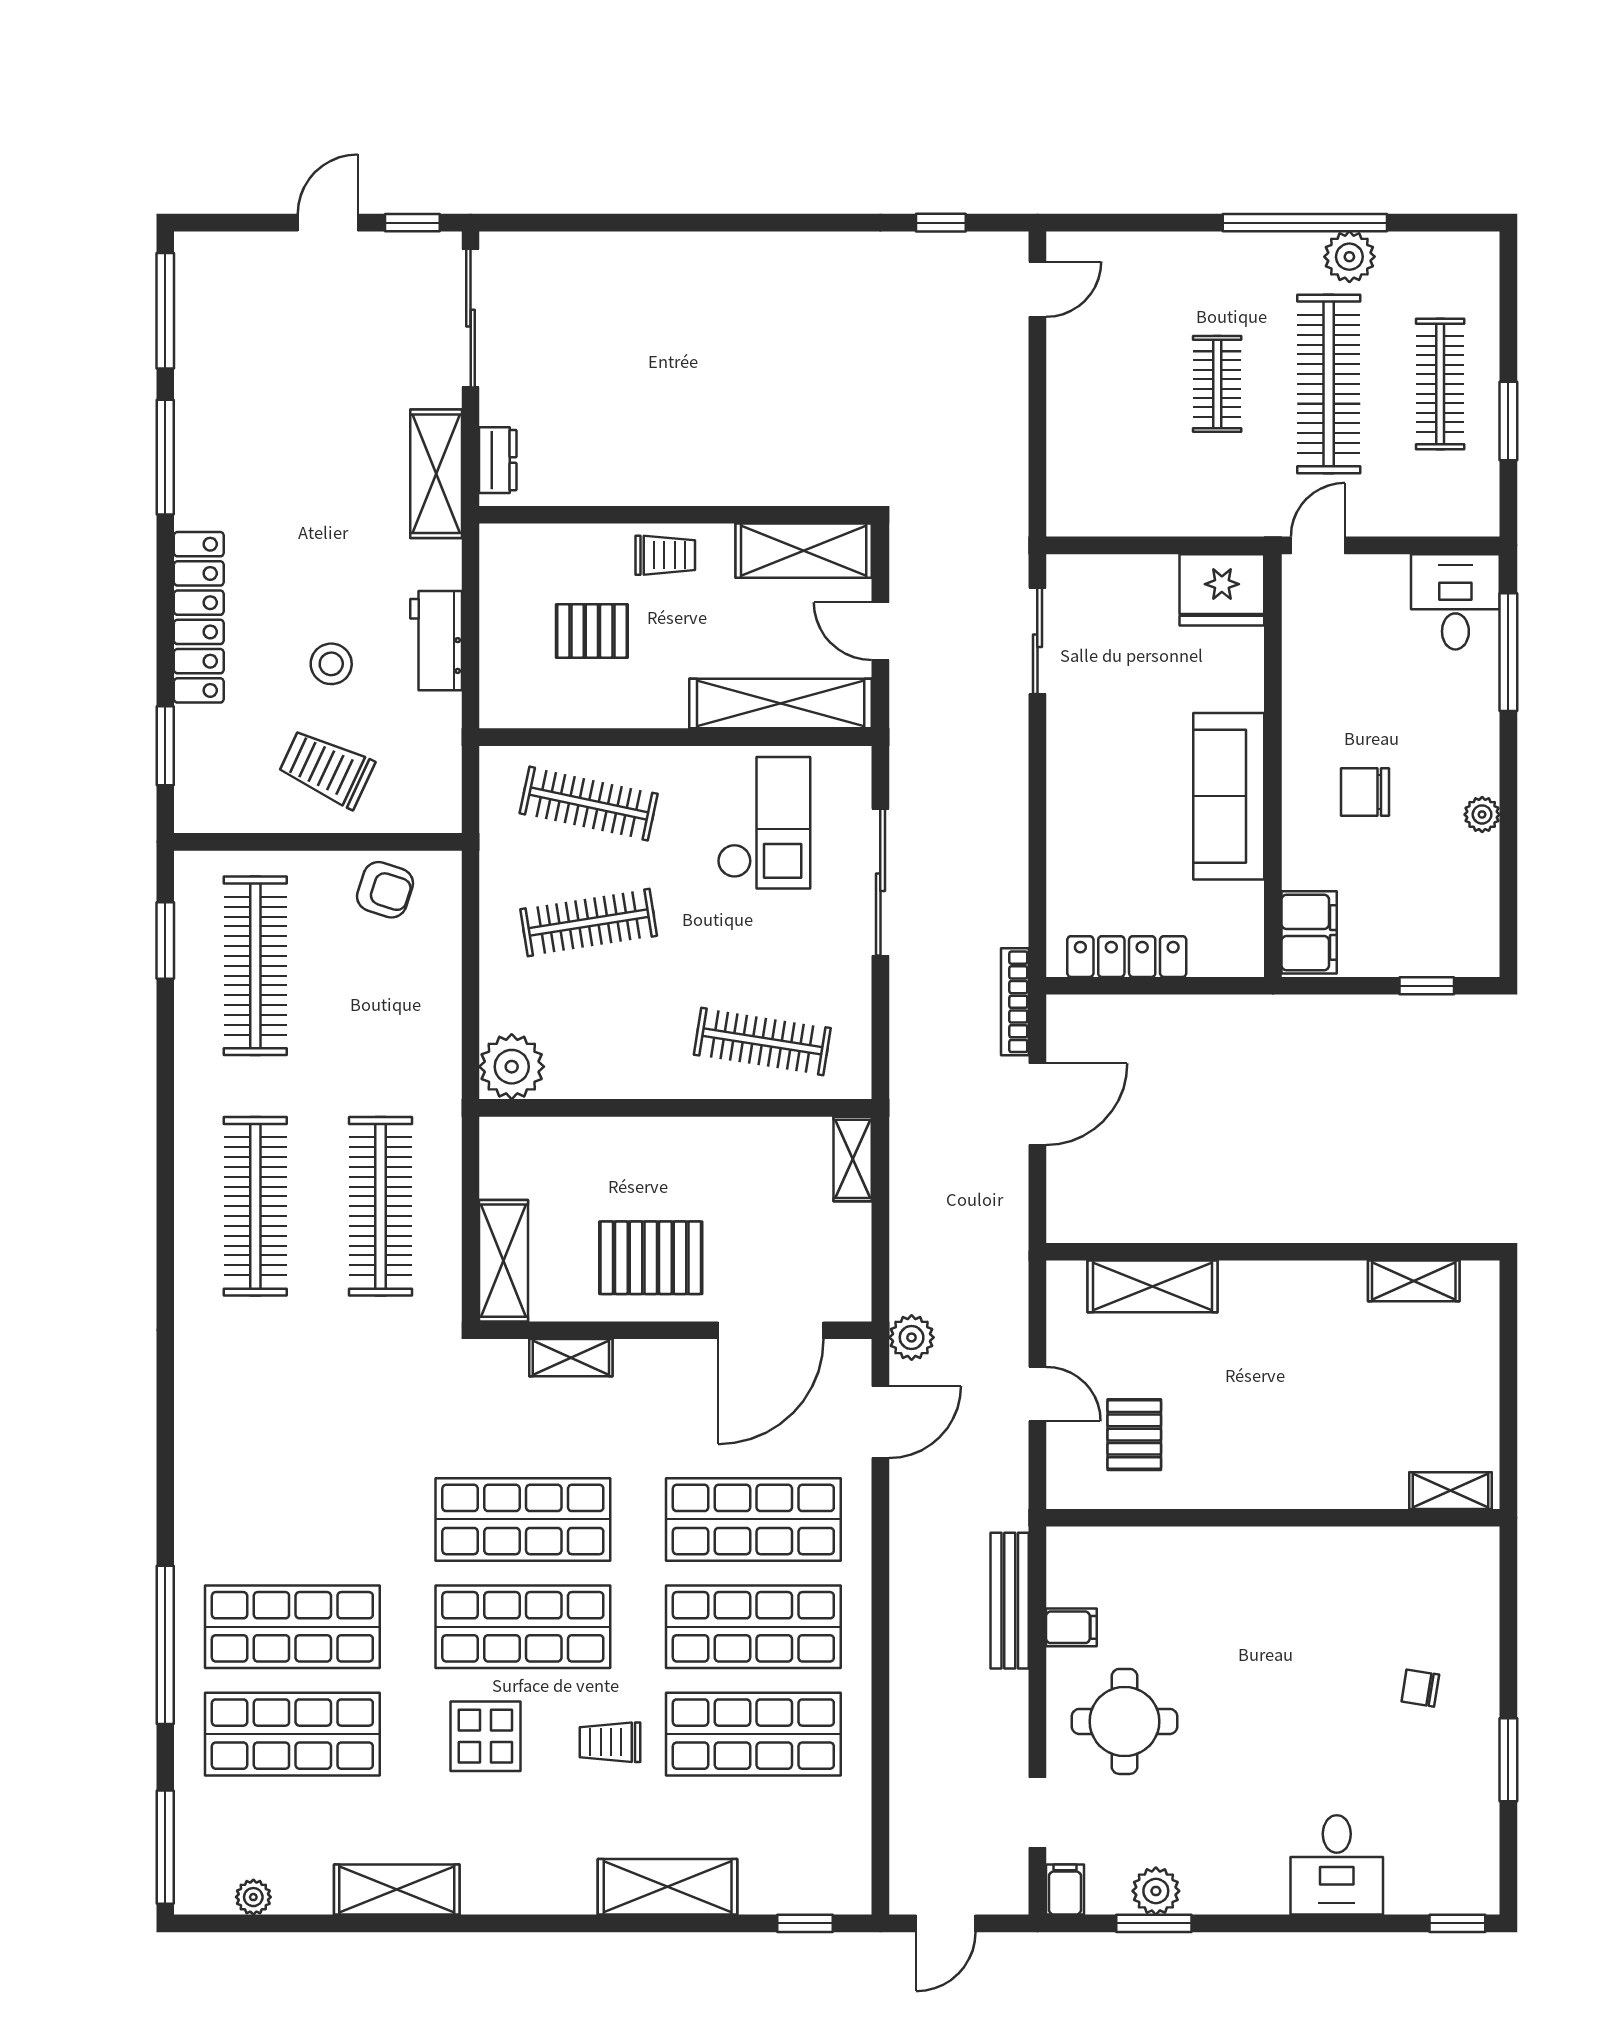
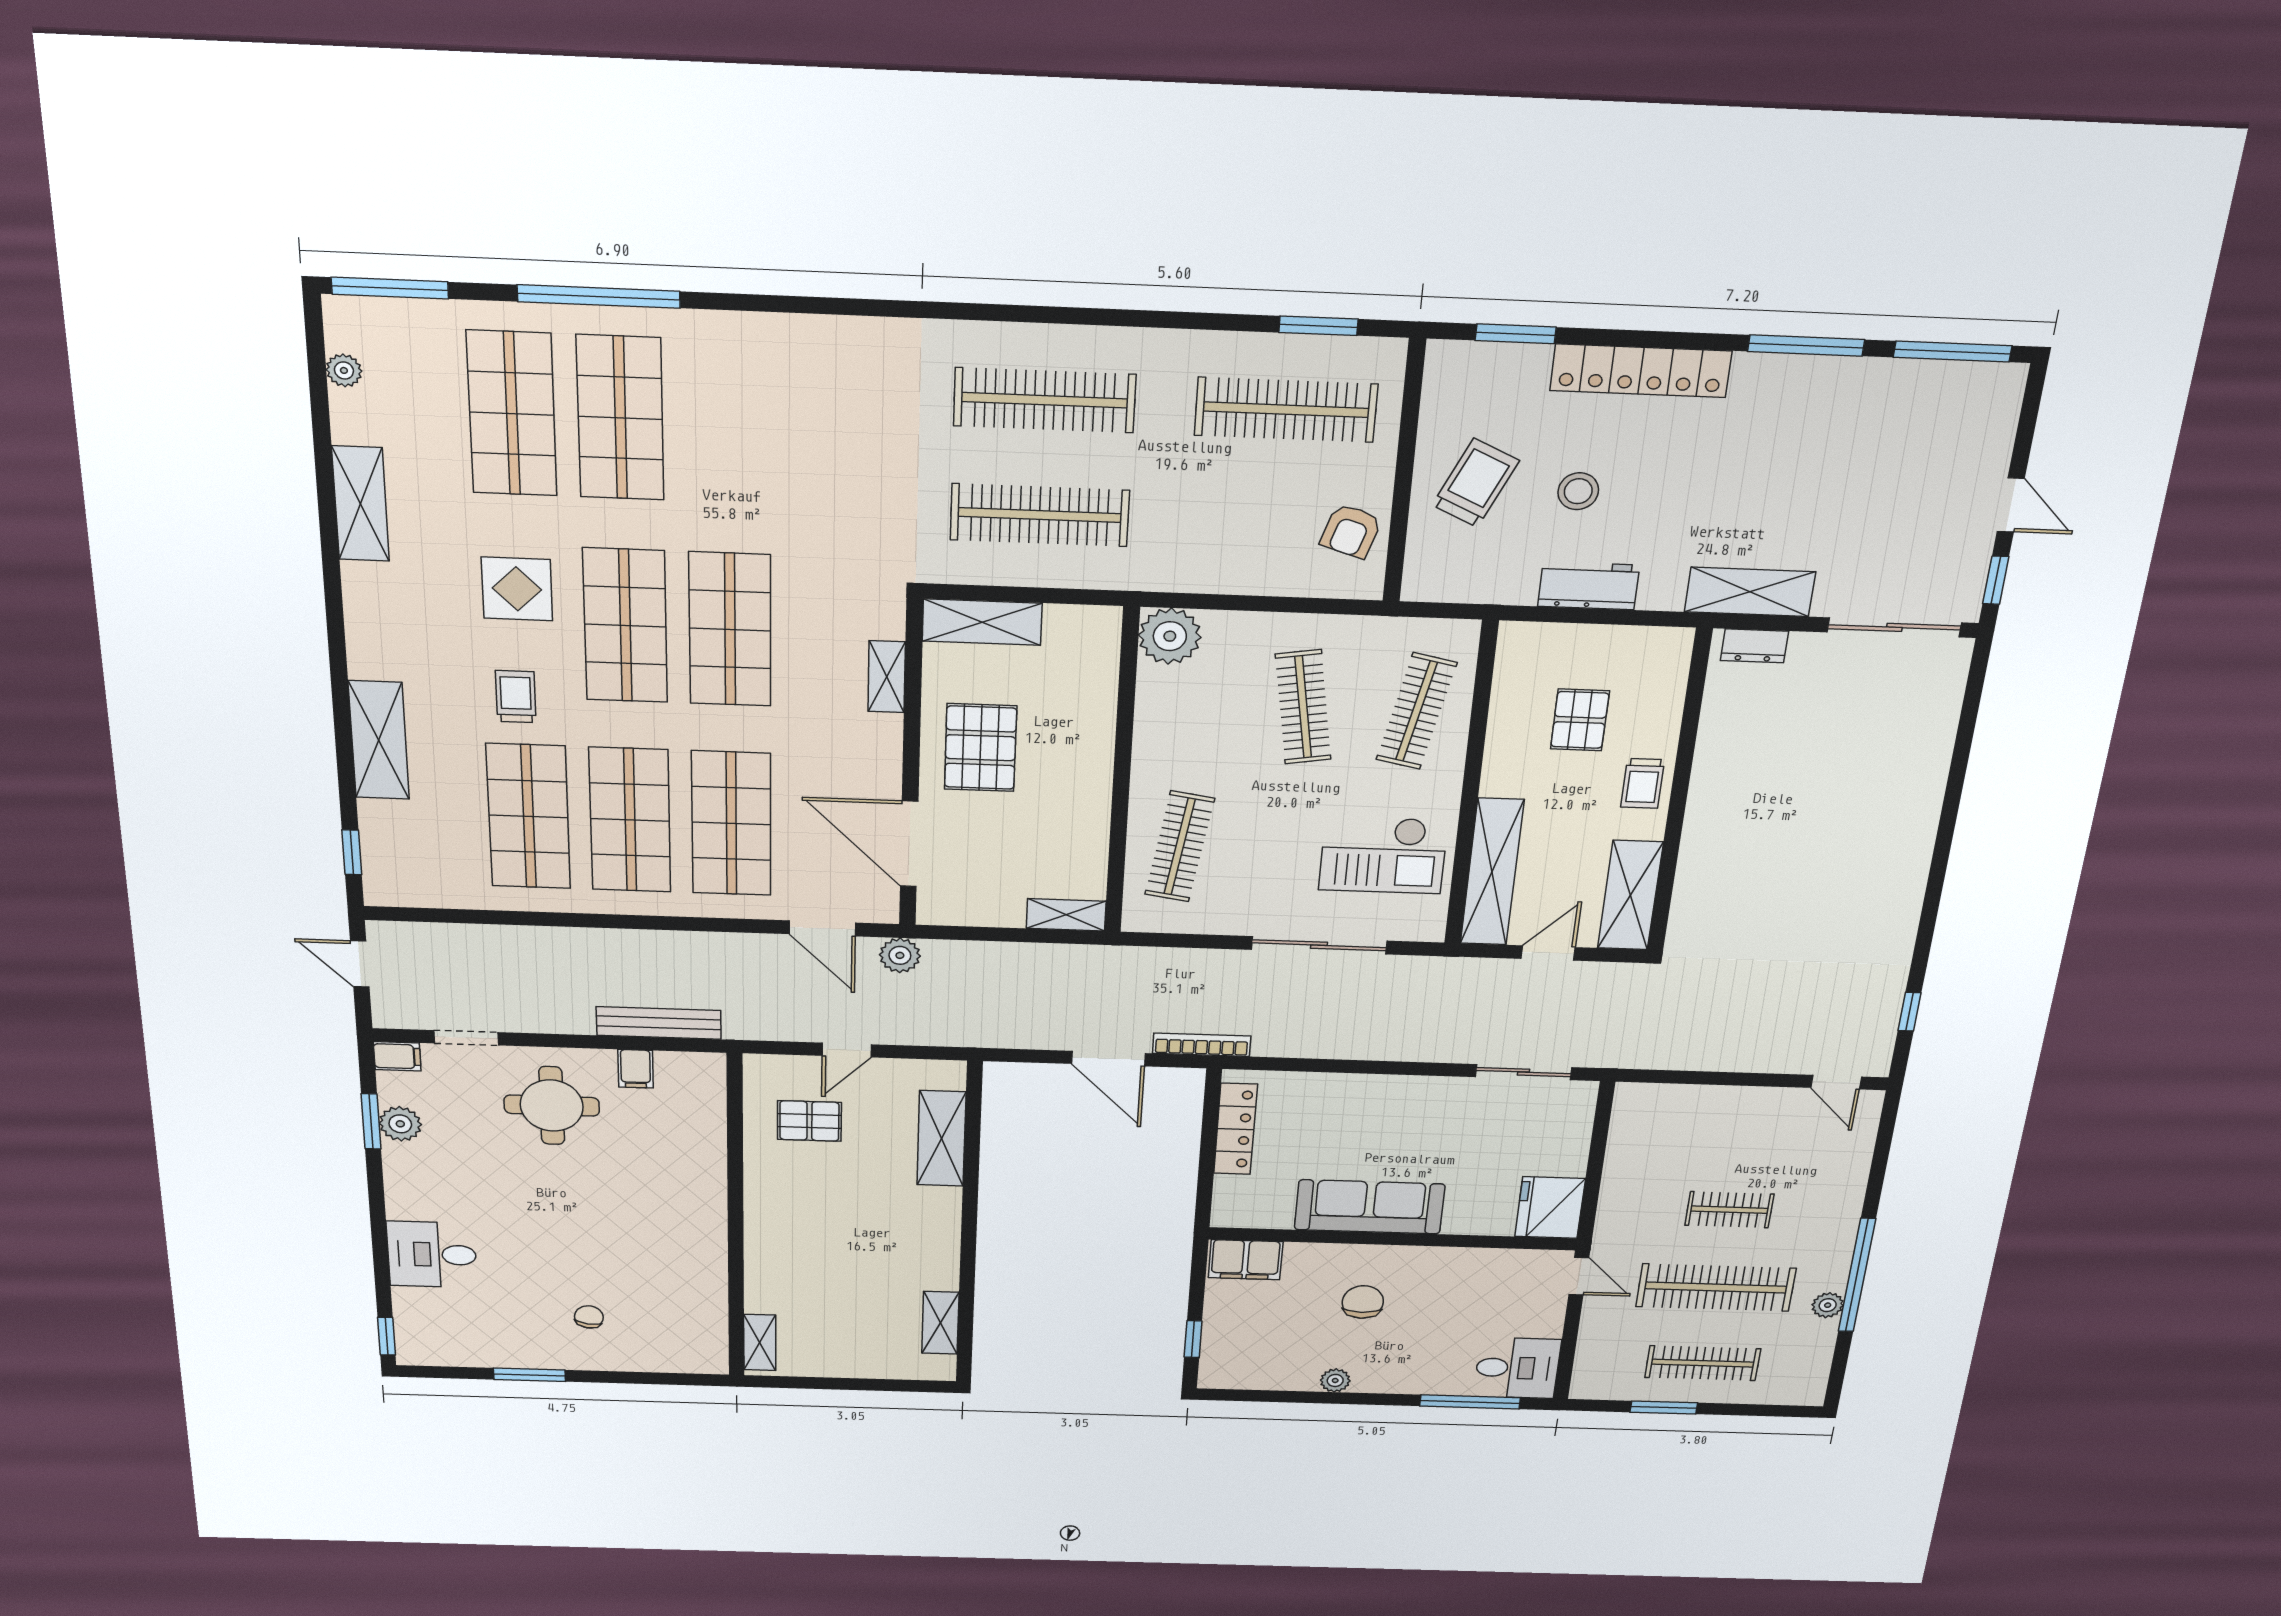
plant: (1349, 257) -> (1828, 1305), width x0.73, depth x0.73

